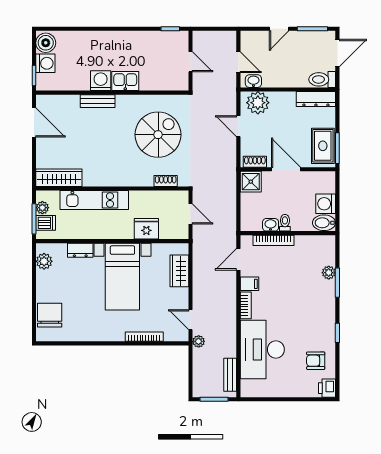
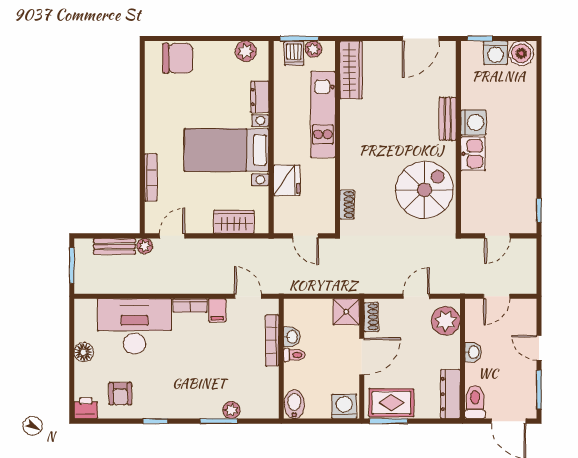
washbasin: (253, 81) -> (473, 352), moved
spiral stairs: (158, 135) -> (424, 190), moved, turned -90
washing machine: (326, 204) -> (344, 406), moved
door: (190, 214) -> (305, 236), hinge flipped
armchair: (316, 361) -> (120, 394), turned 180
bench: (230, 375) -> (114, 246), moved
floor lamp: (283, 390) -> (84, 352), added

